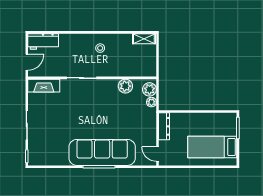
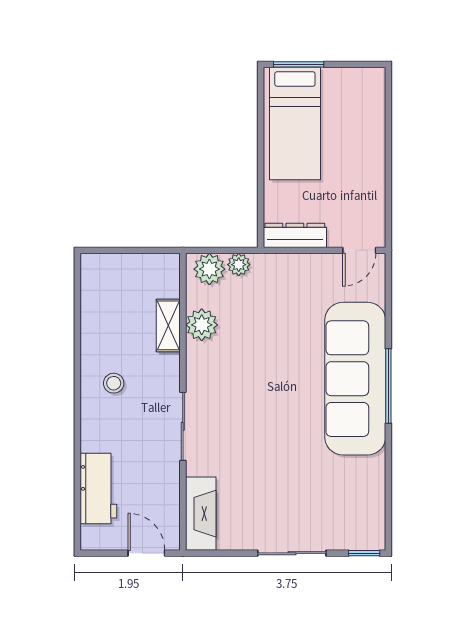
shelving: (144, 39) -> (168, 325), moved
workbench: (43, 41) -> (98, 488), moved
bed: (212, 147) -> (295, 124), moved

